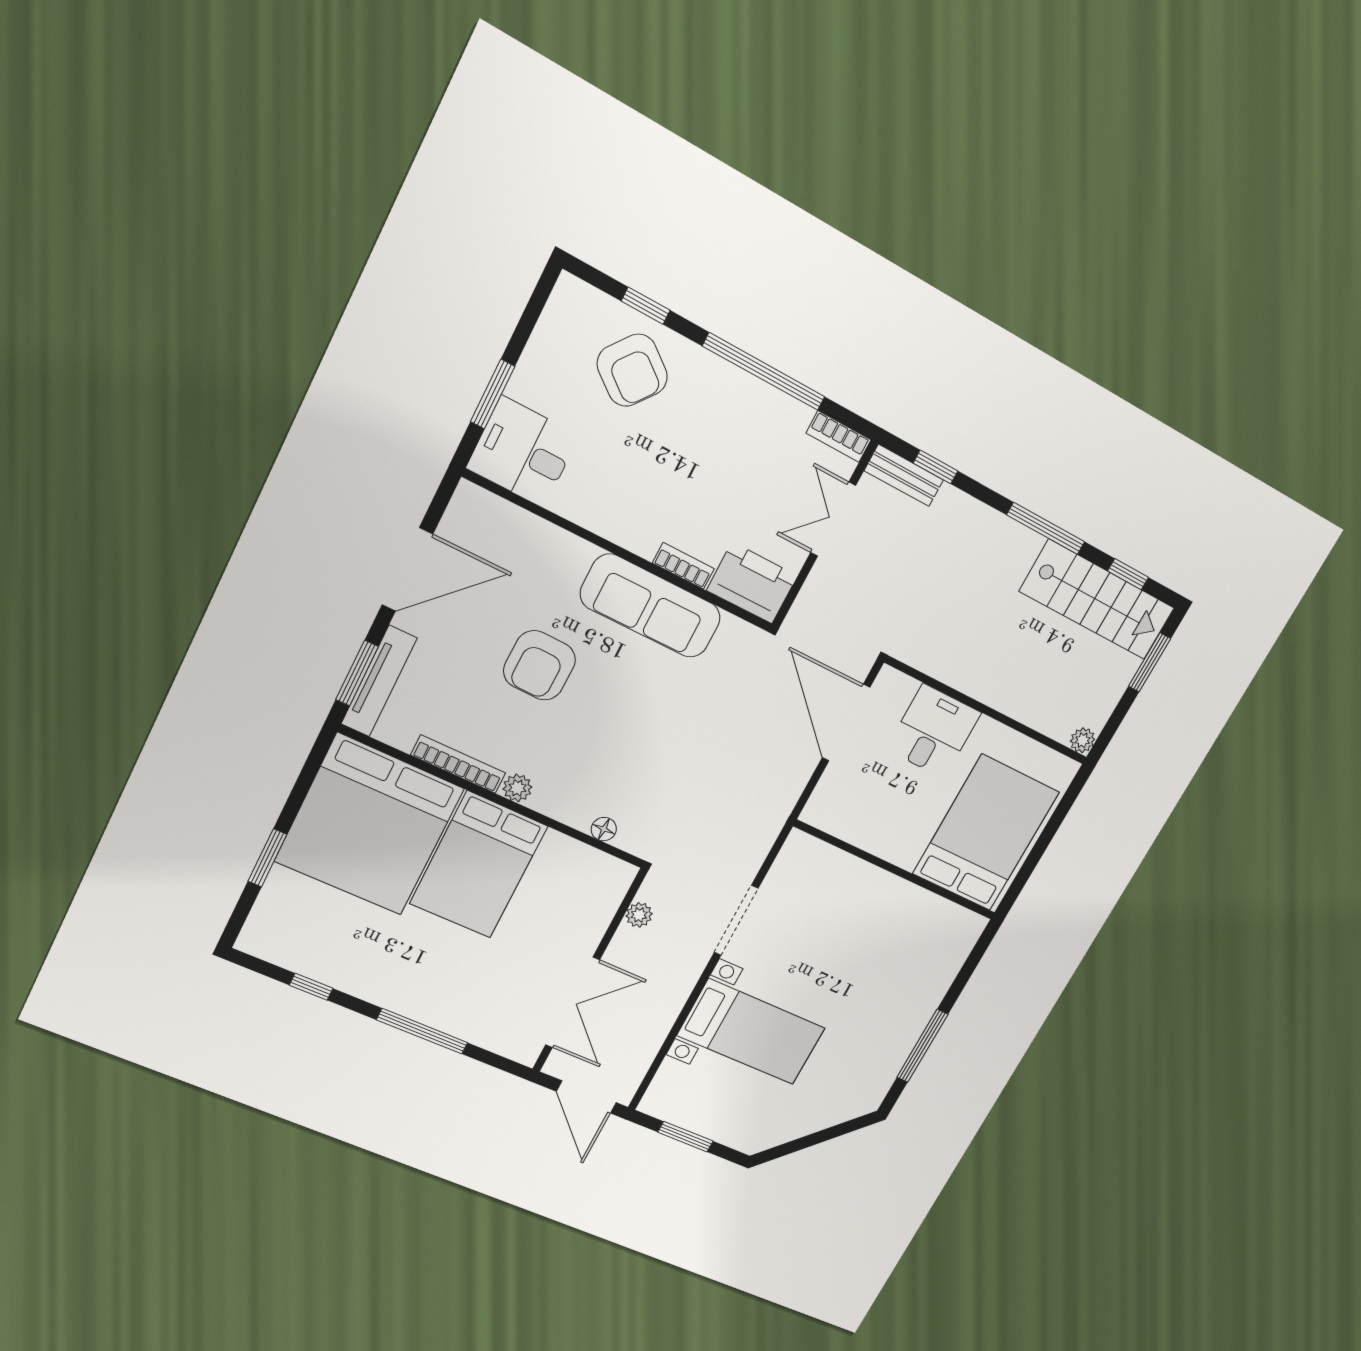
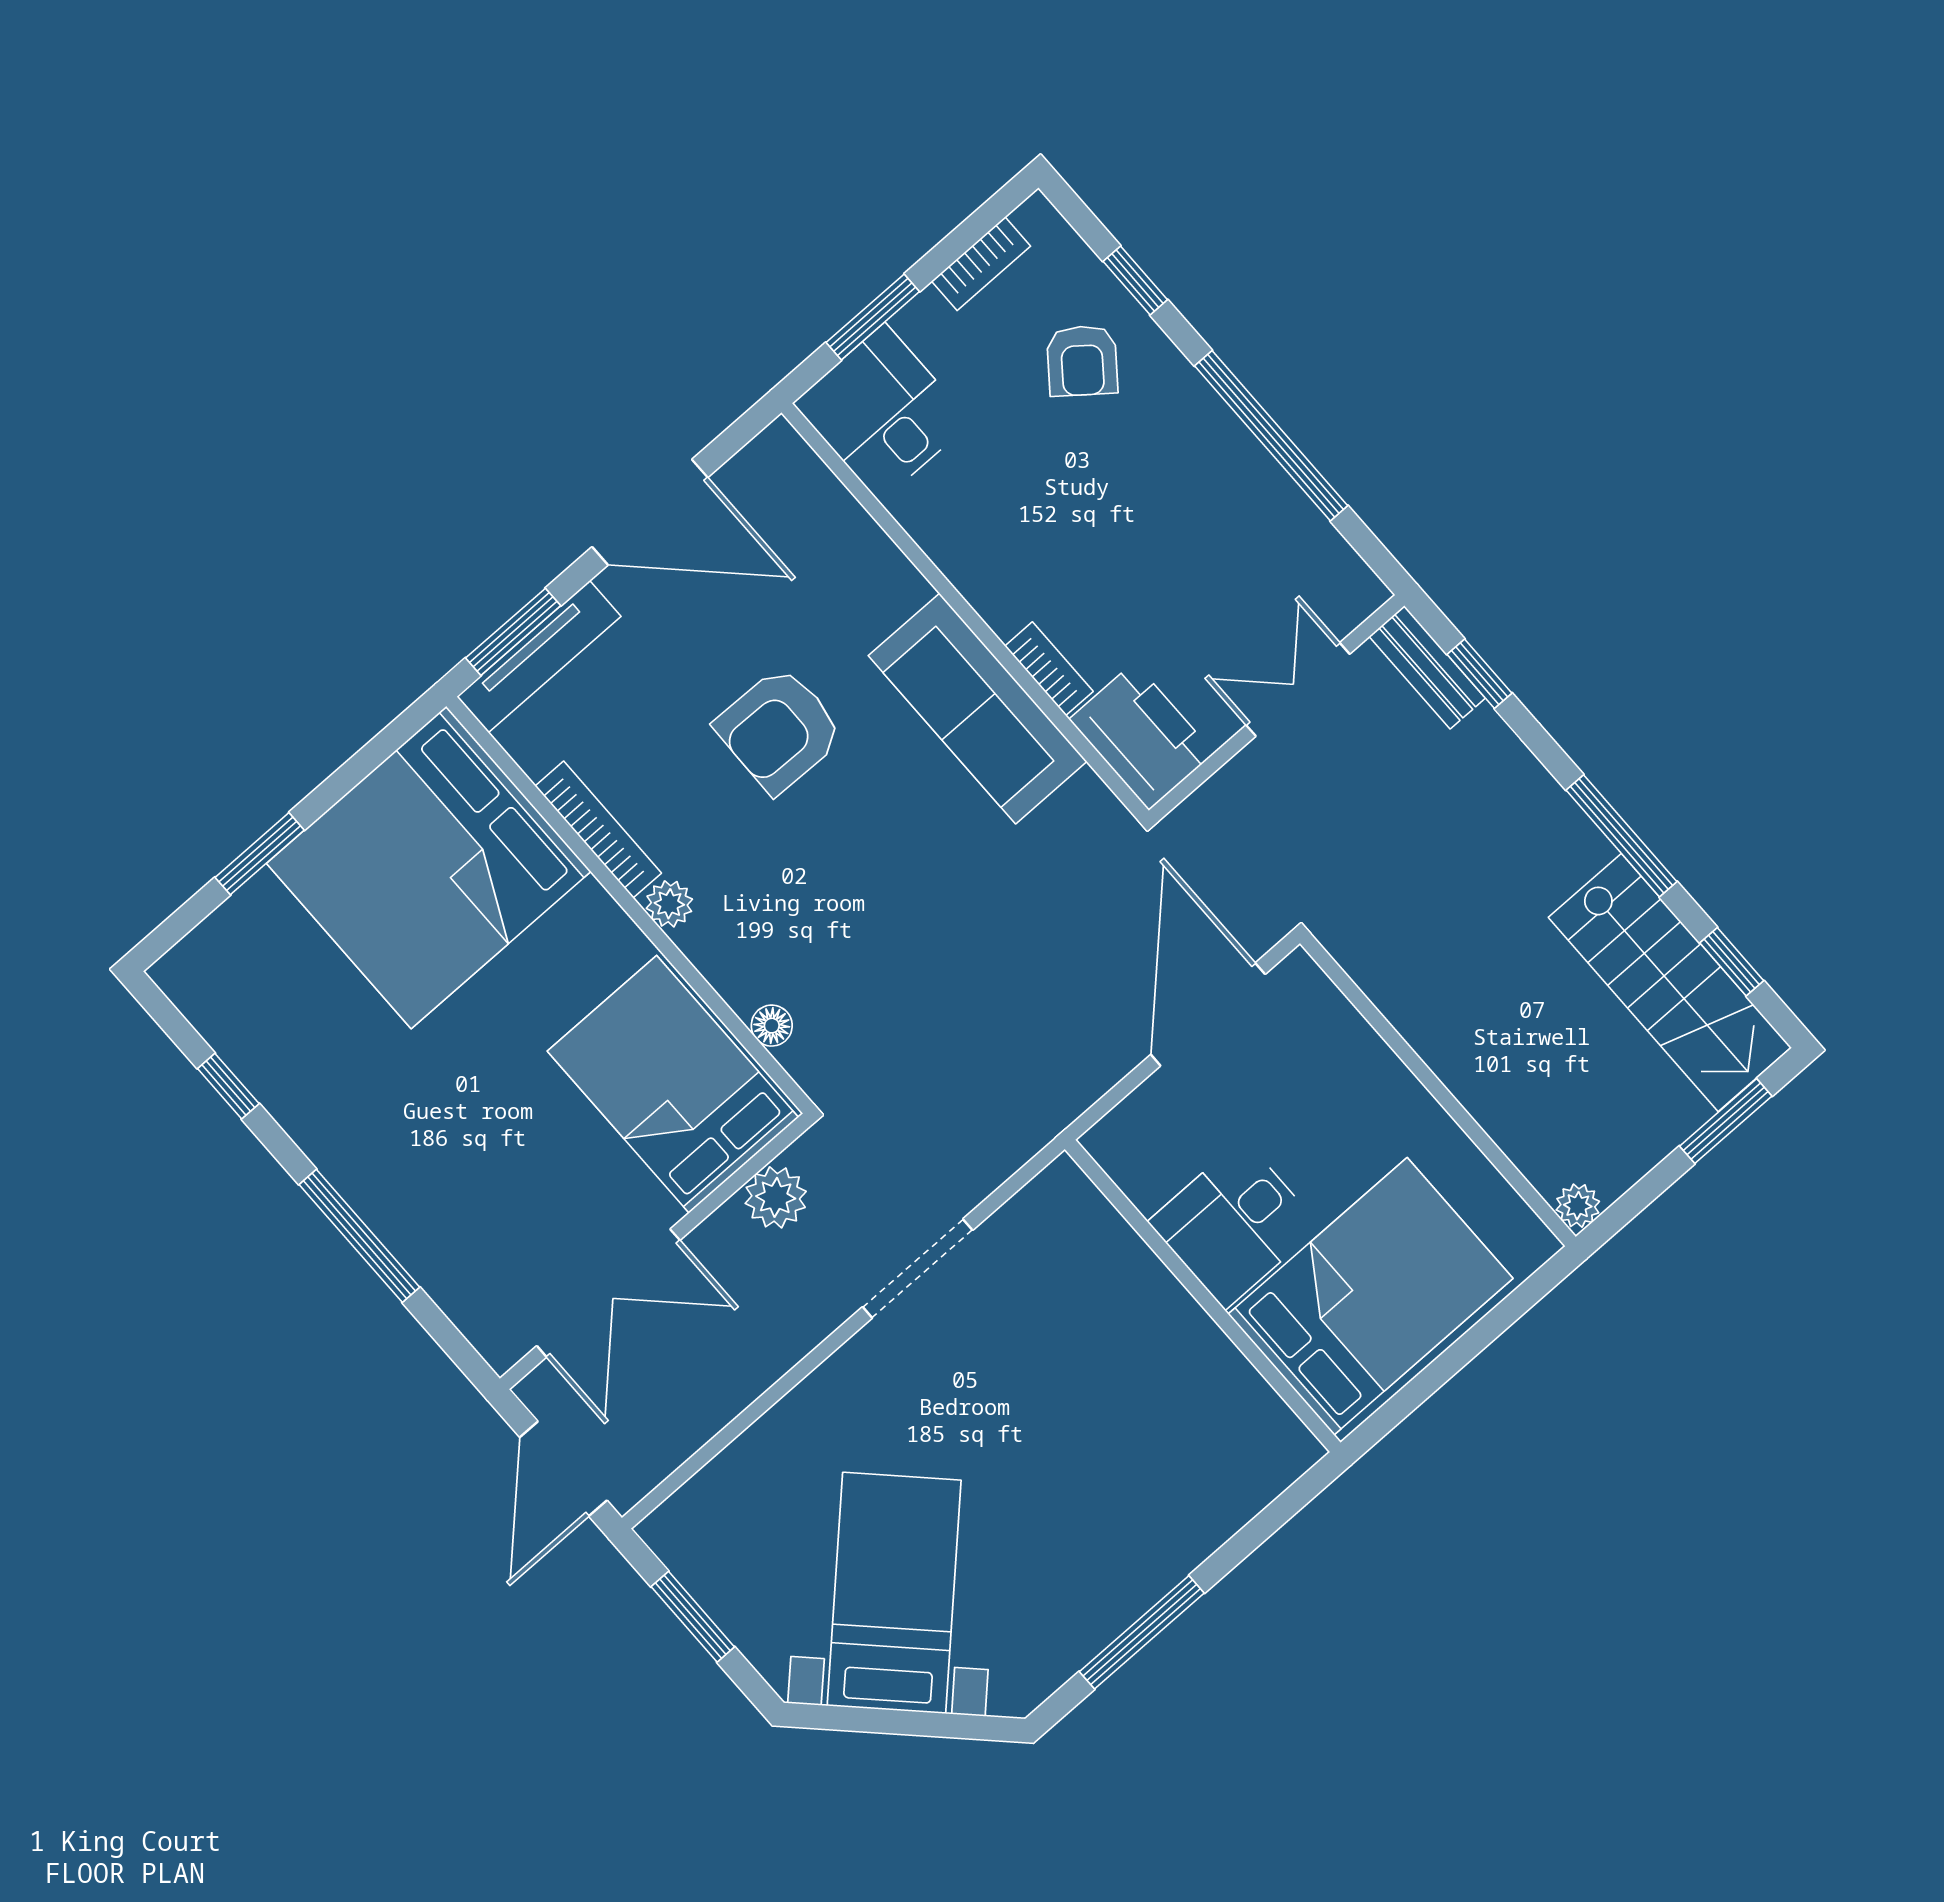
armchair: (632, 370) -> (1082, 361), width x0.72, depth x0.72
bookcase: (839, 436) -> (981, 264), moved, turned -90
desk: (934, 731) -> (1234, 1224), moved, turned 180
bed: (479, 865) -> (673, 1084), moved, turned 90
plant: (639, 915) -> (776, 1197), width x1.38, depth x1.38
bed with nightstands: (751, 1032) -> (894, 1593), moved, turned -135

